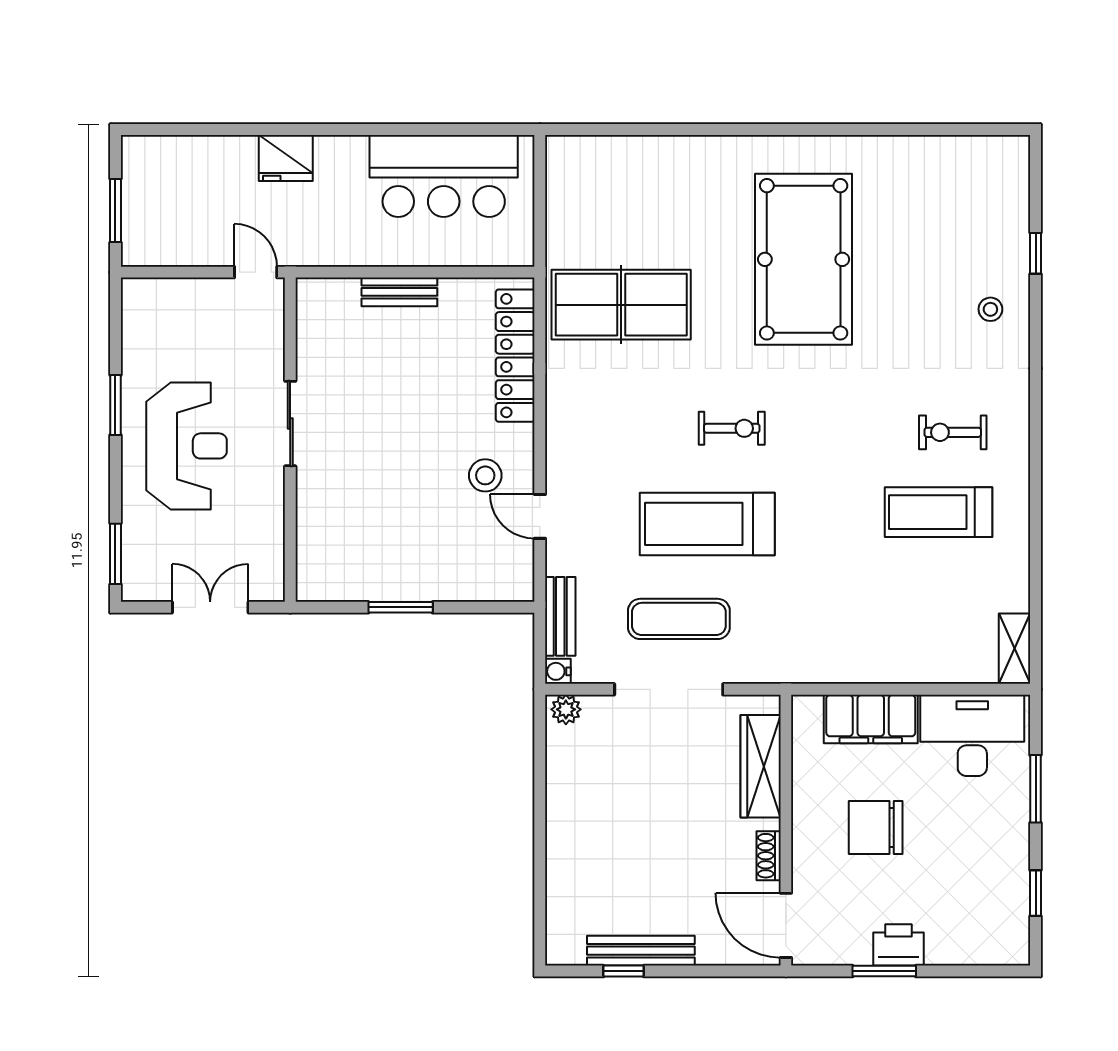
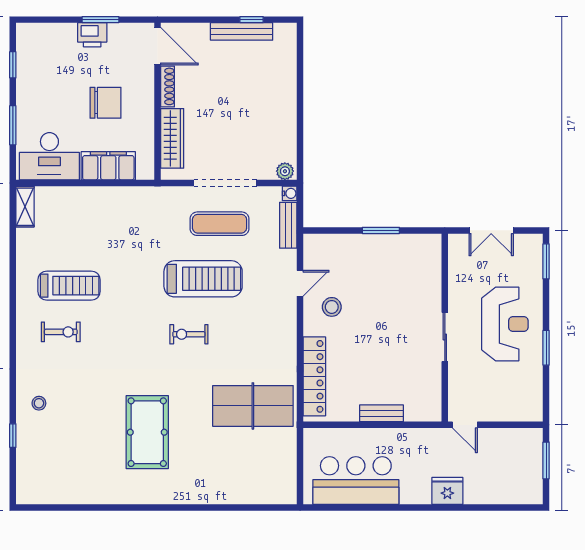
pool table: (804, 259) -> (147, 432), width x0.73, depth x0.76
reception desk: (187, 446) -> (505, 324), turned 180
door: (540, 516) -> (300, 283), hinge flipped
shoe rack: (769, 856) -> (168, 86), width x1.43

